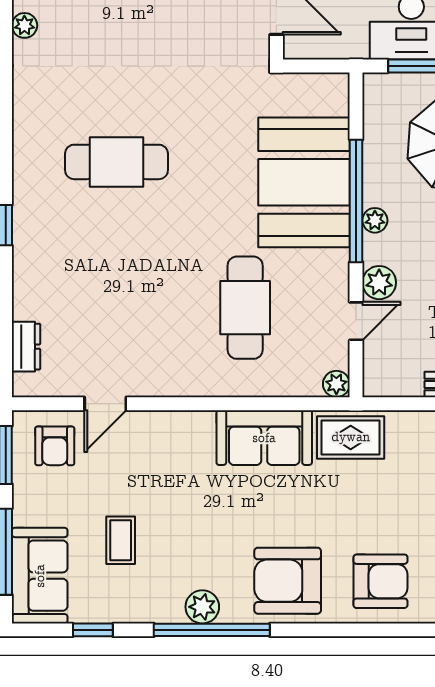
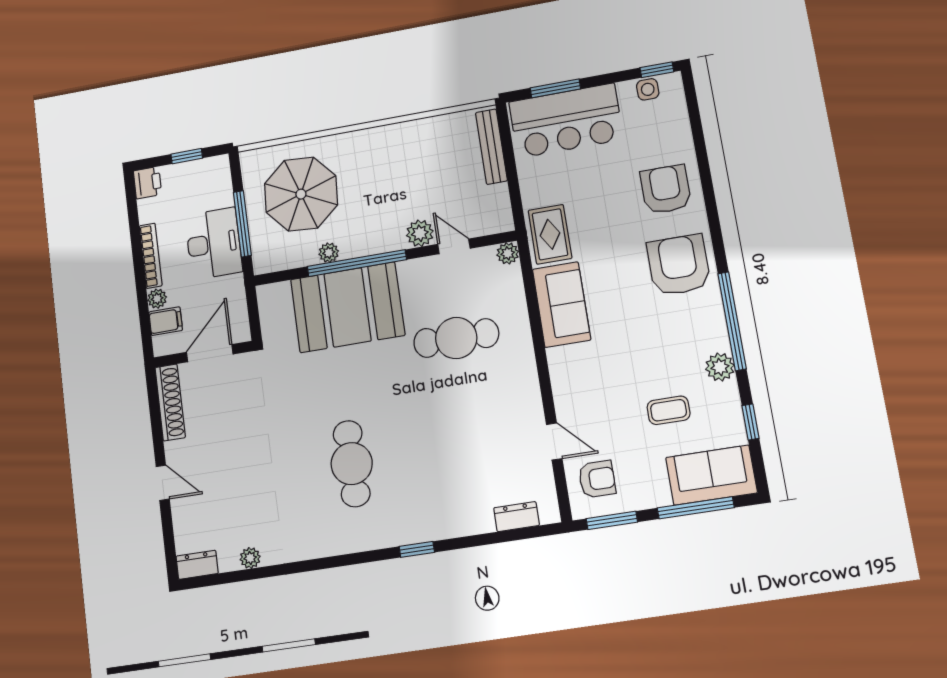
plant: (375, 220) -> (329, 253), moved
armchair: (288, 581) -> (679, 265), turned 180
plant: (202, 607) -> (720, 367), moved

